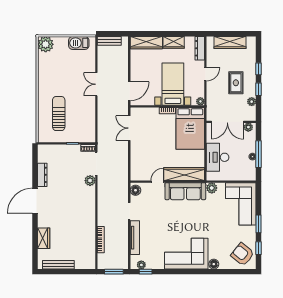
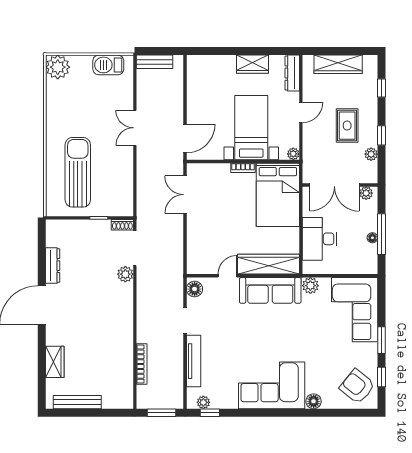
wardrobe: (146, 43) -> (211, 64), removed
window: (258, 69) -> (382, 88), moved
sun lounger: (59, 114) -> (78, 172), width x1.36, depth x1.34

